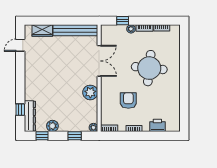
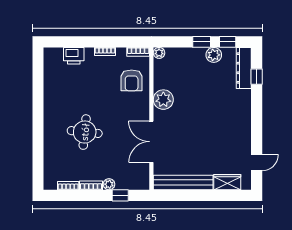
round table: (149, 68) -> (85, 132), width x0.73, depth x0.73
armchair: (128, 100) -> (132, 80), moved
window: (75, 136) -> (202, 42), moved

